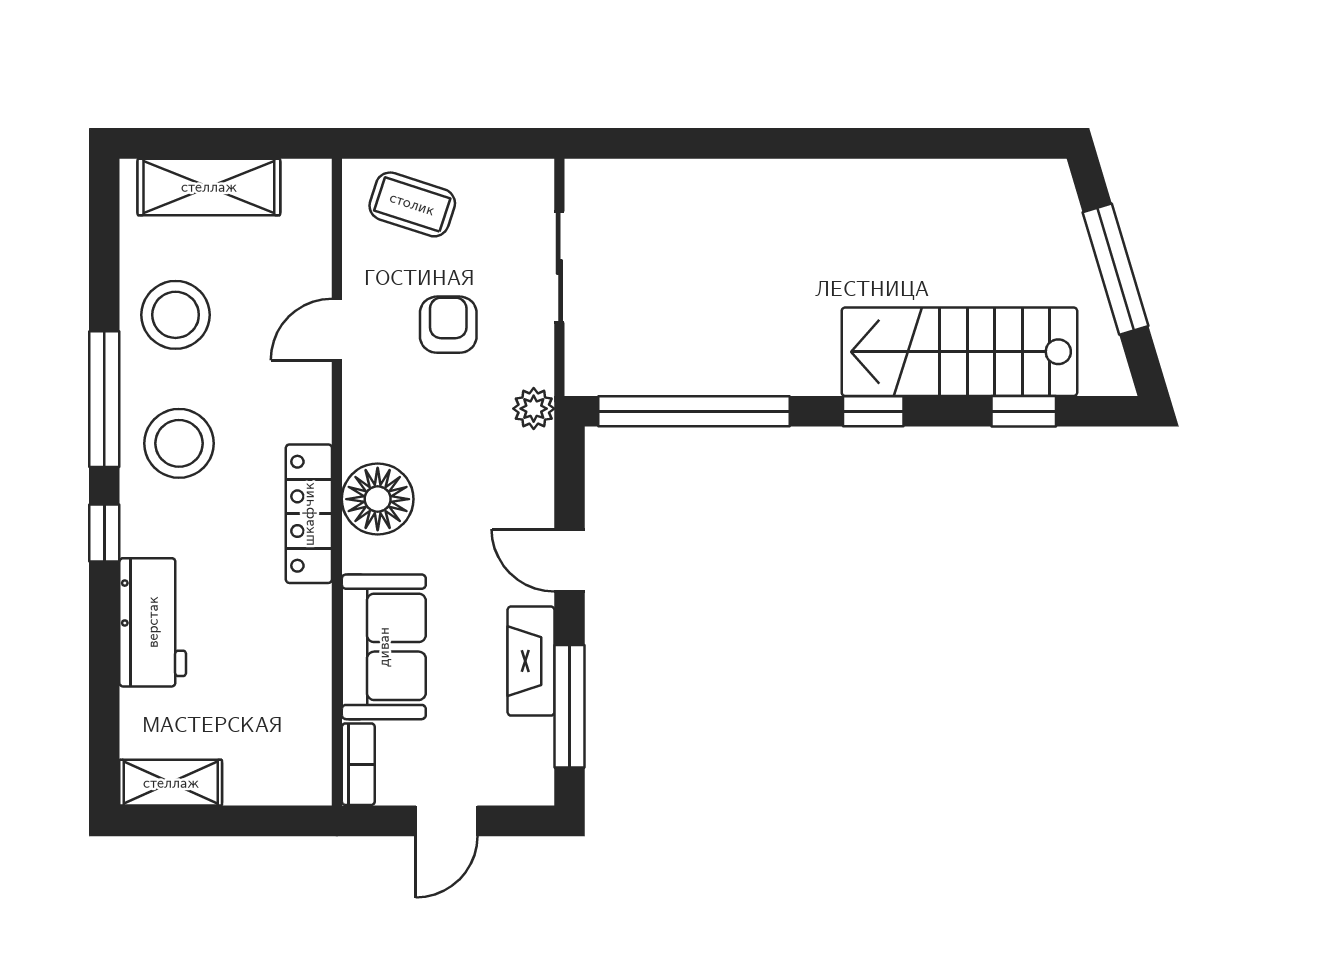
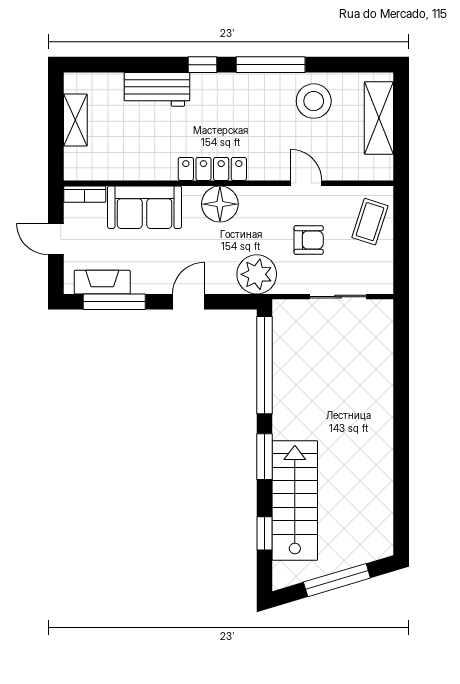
plant: (534, 409) -> (257, 274), width x1.88, depth x1.88
window: (873, 411) -> (264, 457), width x1.50
stool: (179, 443) -> (248, 103), removed
fireplace: (531, 661) -> (102, 282), moved
shelving: (171, 783) -> (75, 120), moved

